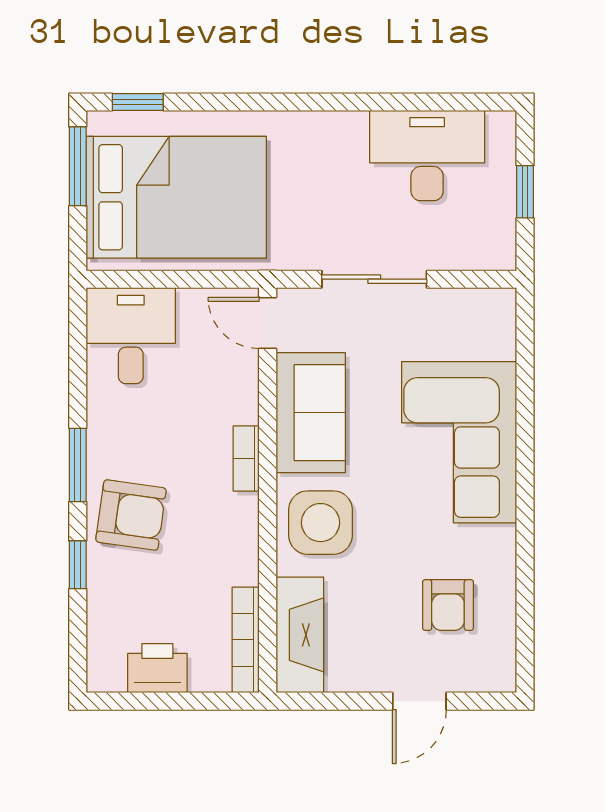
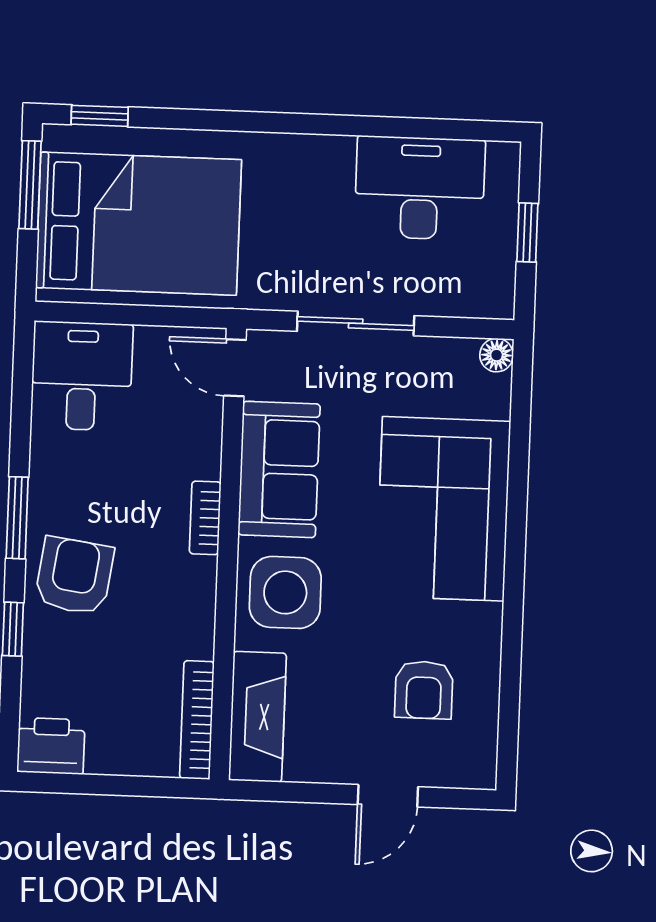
floor lamp: (502, 303) -> (497, 355), added
armchair: (131, 515) -> (74, 576), turned -90
printer: (157, 668) -> (51, 746), moved

